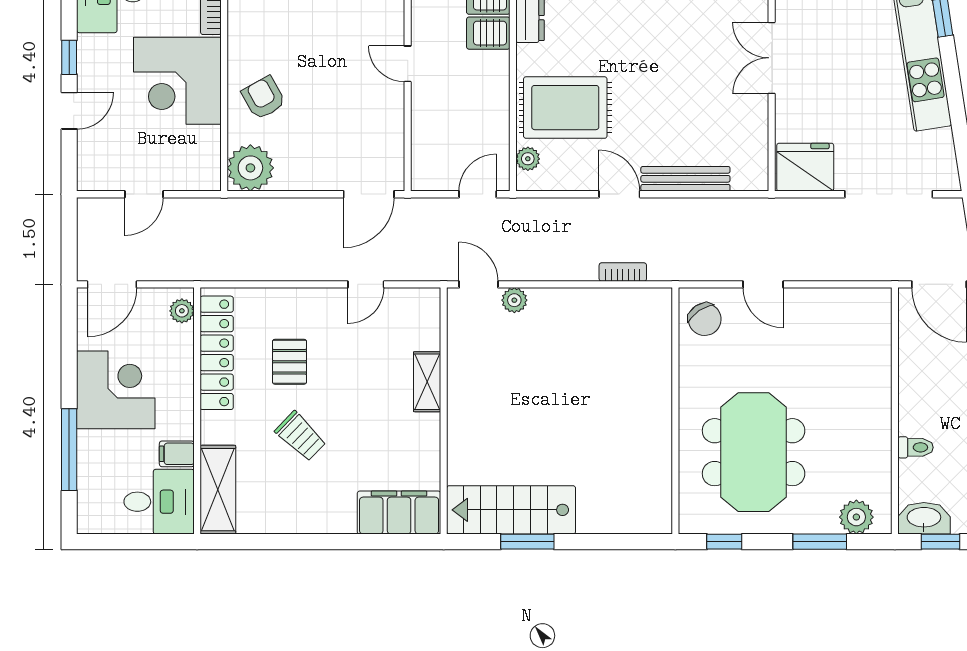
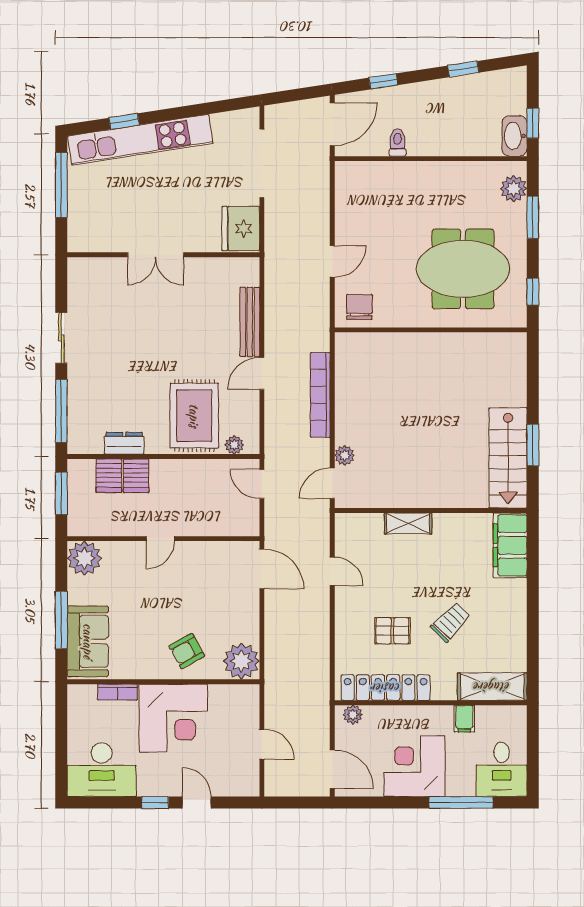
bookcase: (623, 272) -> (320, 395), width x2.31, depth x1.31
chair: (705, 319) -> (359, 307), turned -56
toilet: (916, 447) -> (398, 143), moved
desk: (159, 502) -> (502, 769), moved, turned 180

